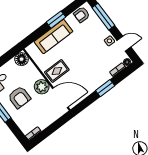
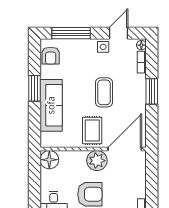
coffee table: (84, 61) -> (104, 92), added

